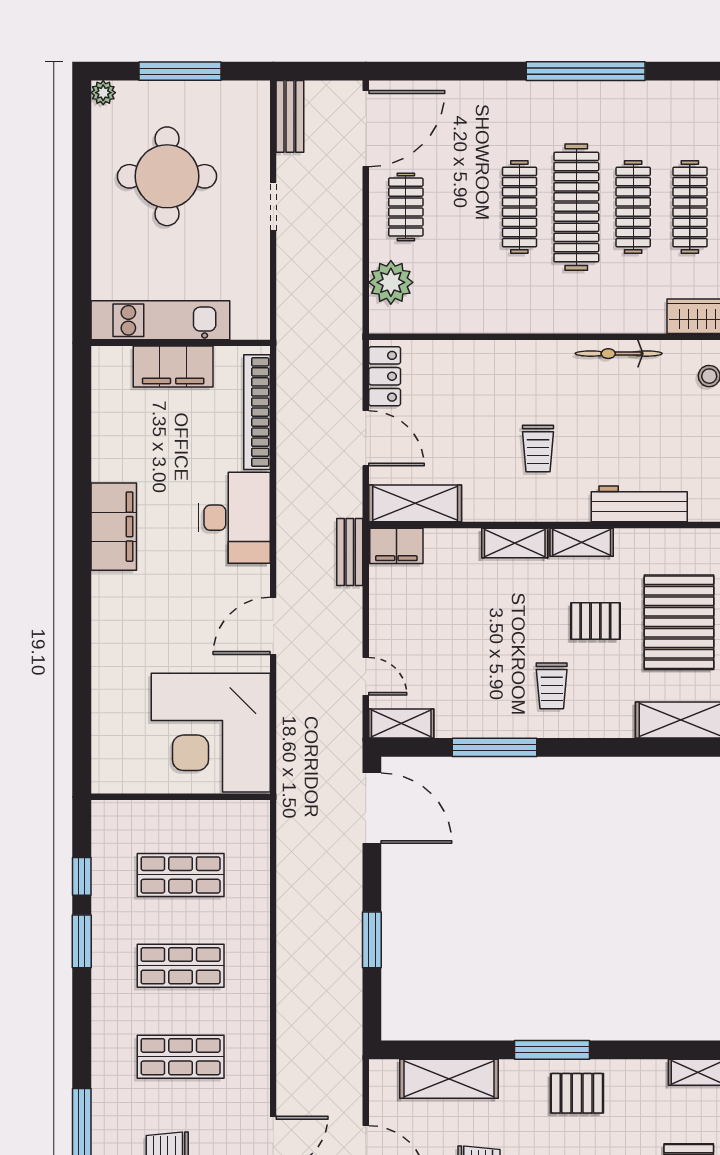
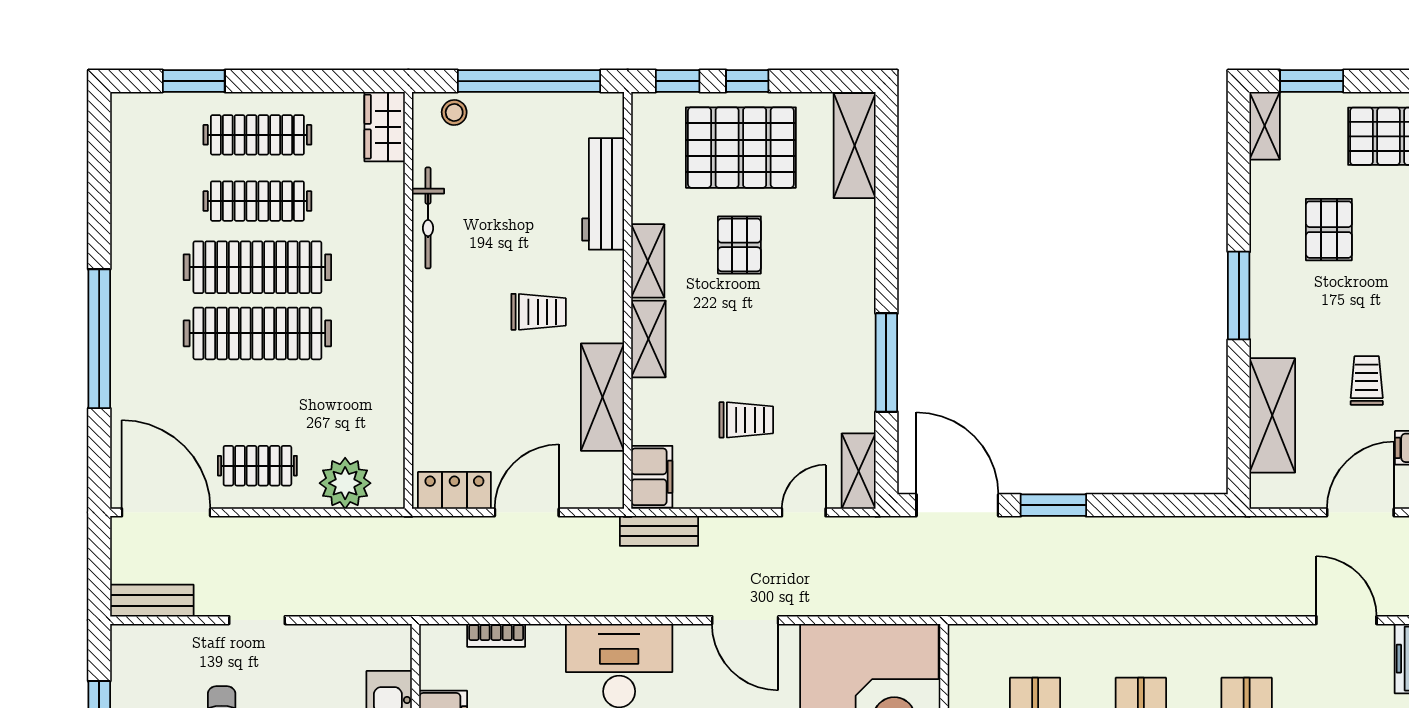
window: (586, 71) -> (99, 339), moved
clothes rail: (519, 207) -> (257, 333), width x1.37, depth x1.31
bookcase: (257, 412) -> (496, 635), width x0.43, depth x0.76
shelving: (415, 503) -> (602, 397), moved
trolley: (552, 686) -> (746, 420), moved
door: (372, 808) -> (957, 505), hinge flipped
window: (372, 940) -> (1053, 505), moved
pallet: (577, 1093) -> (1329, 230), moved

